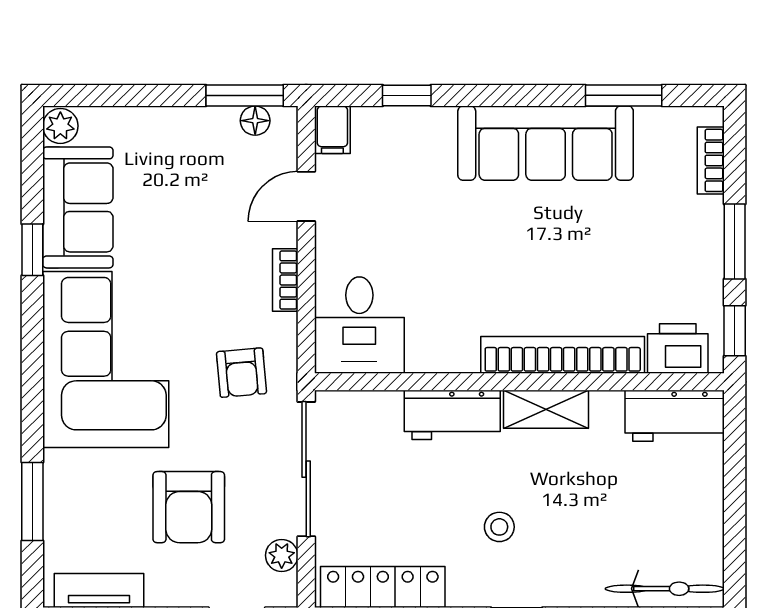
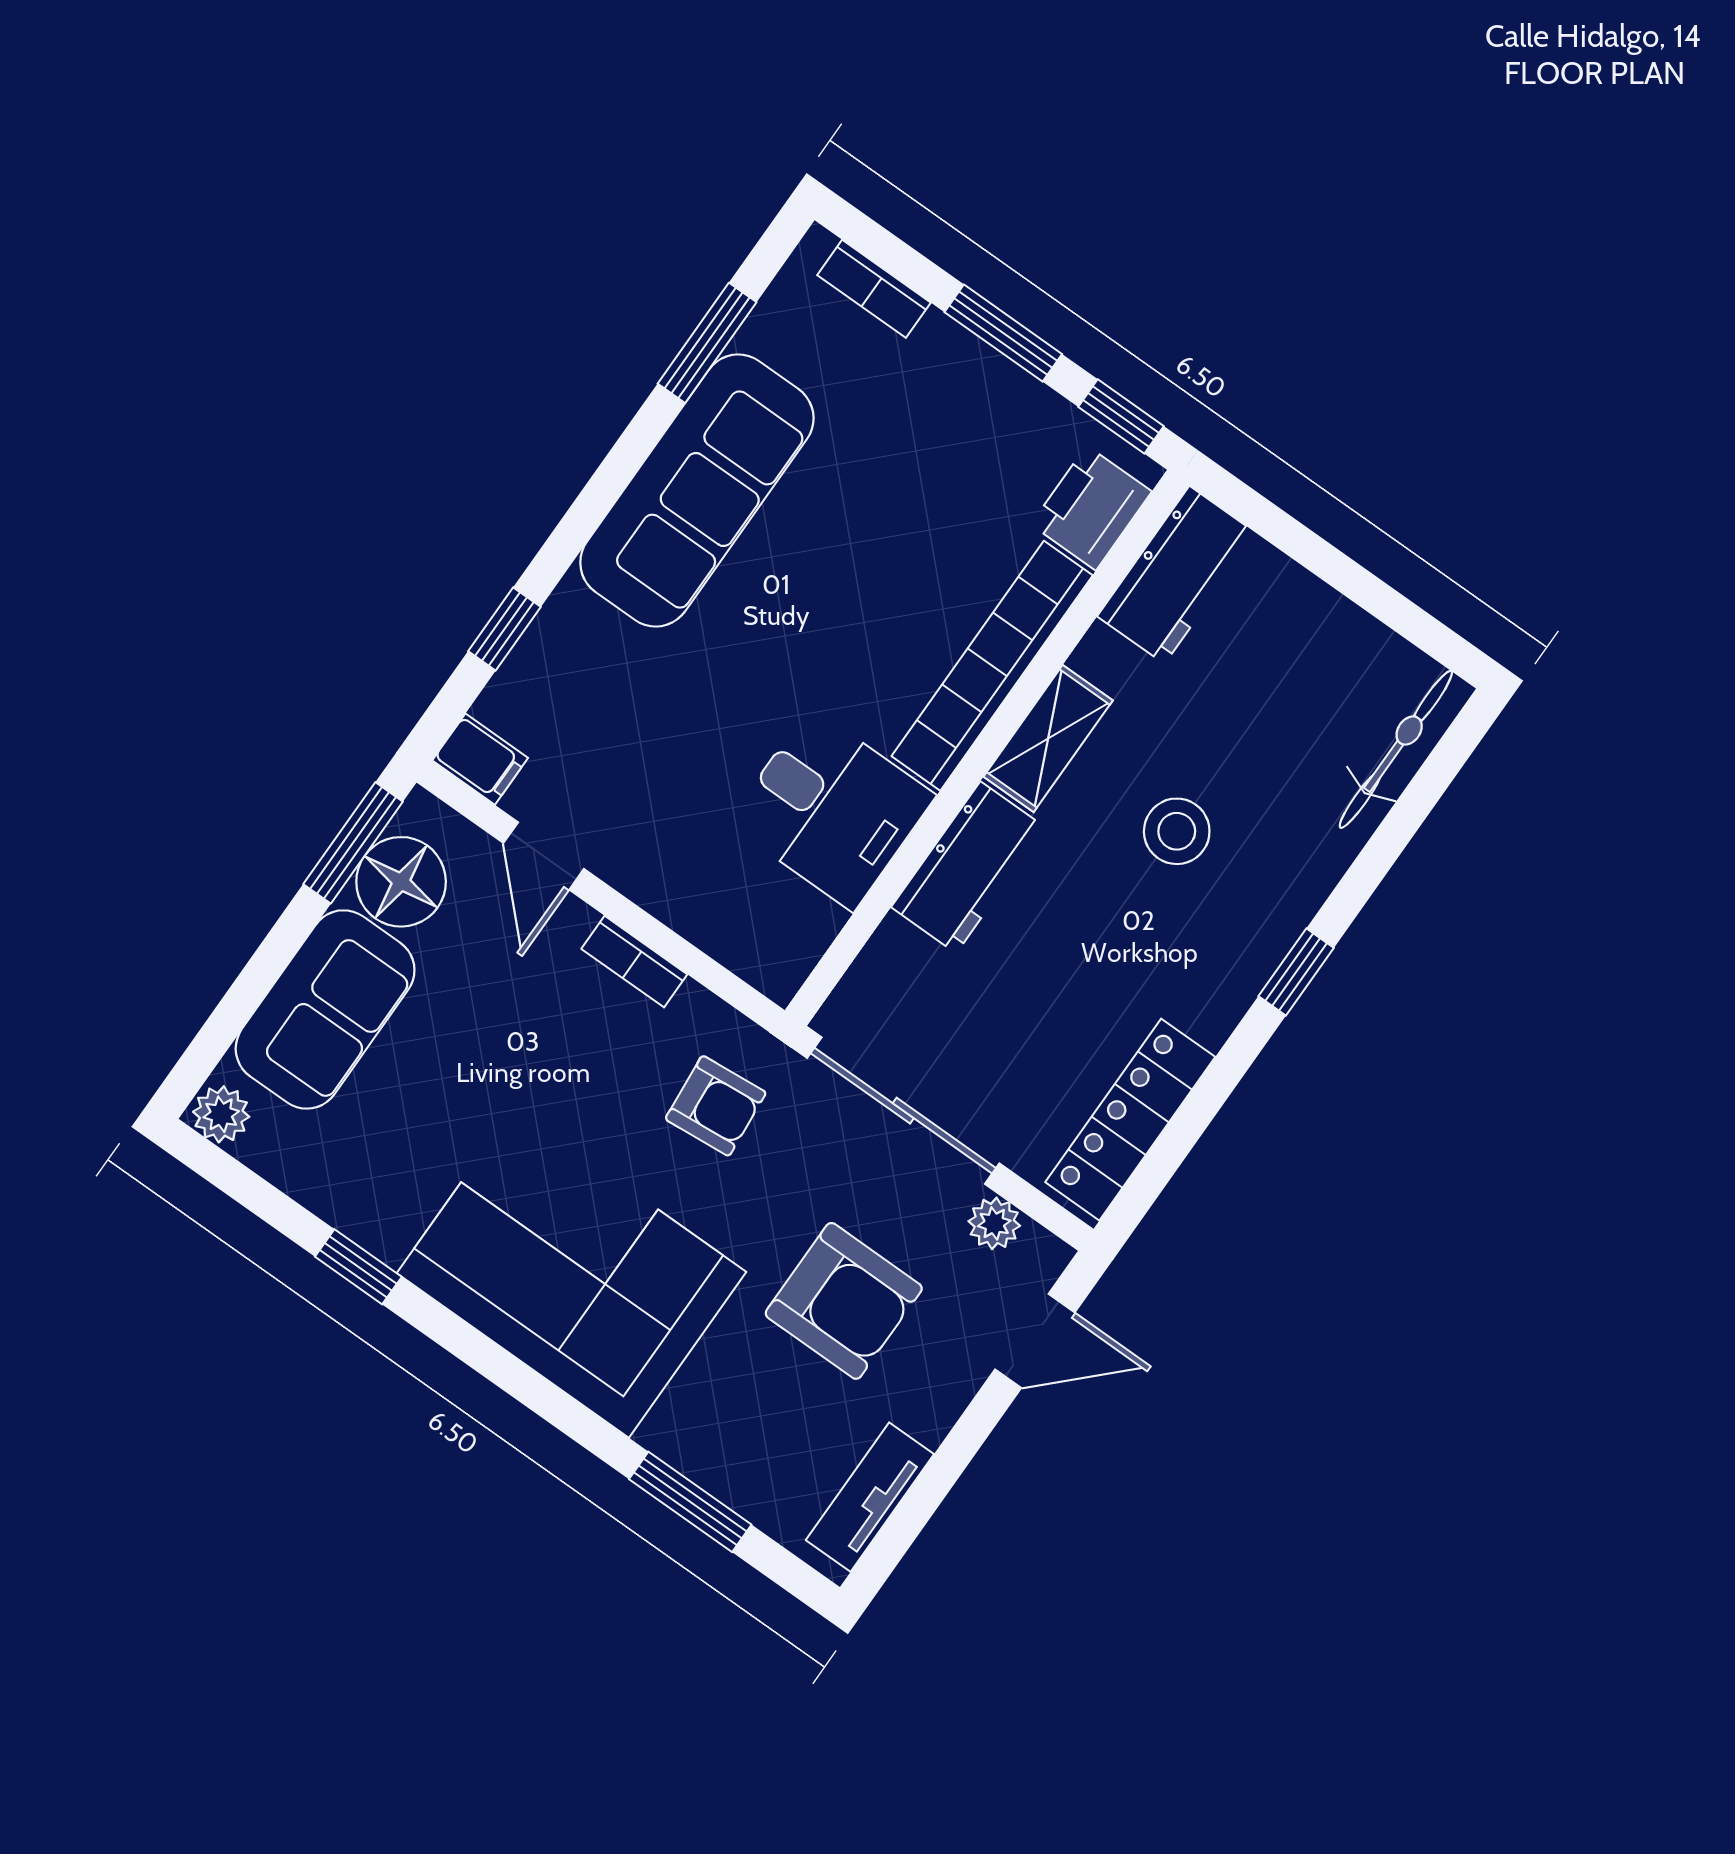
floor lamp: (255, 121) -> (401, 882), width x1.89, depth x1.89
sofa: (78, 207) -> (325, 1009), moved, turned 90
desk: (359, 325) -> (832, 809), moved
stool: (499, 527) -> (1177, 831), moved, width x1.37, depth x1.37

